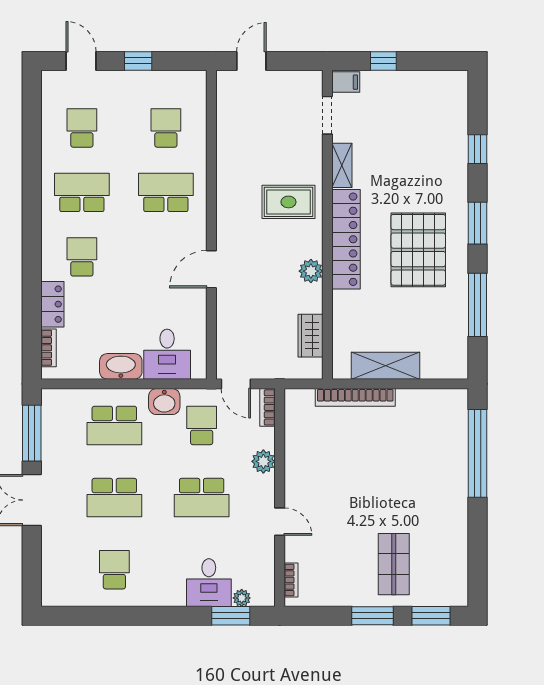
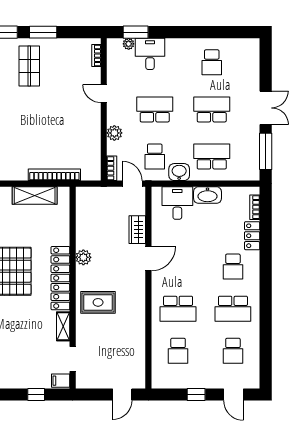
wardrobe: (310, 336) -> (137, 230), moved, turned 180

